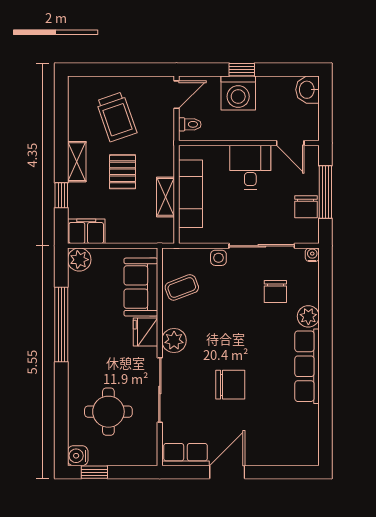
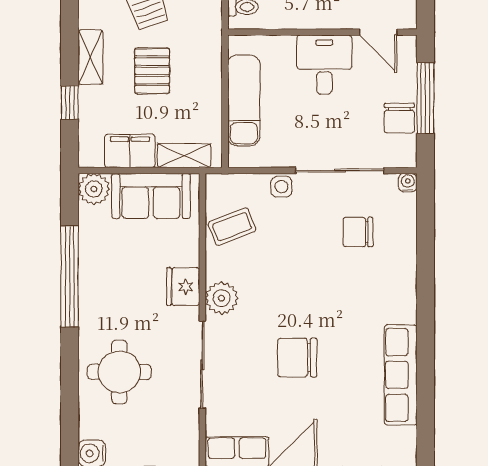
shelving: (166, 197) -> (184, 156), moved, turned 90
filing cabinet: (86, 231) -> (130, 151), moved
sofa: (141, 287) -> (151, 196), moved, turned -90
chair: (275, 291) -> (358, 232), turned 90
plant: (308, 316) -> (402, 266), removed
row of seats: (307, 366) -> (401, 375), moved
chair: (230, 385) -> (297, 358), turned 180
round table: (108, 412) -> (119, 372), moved

